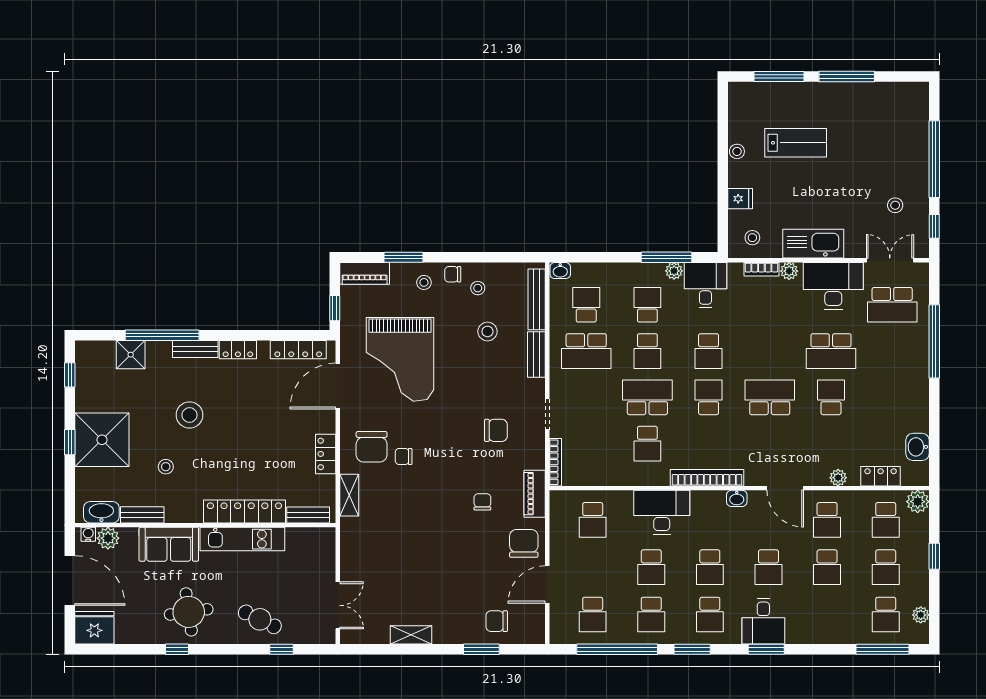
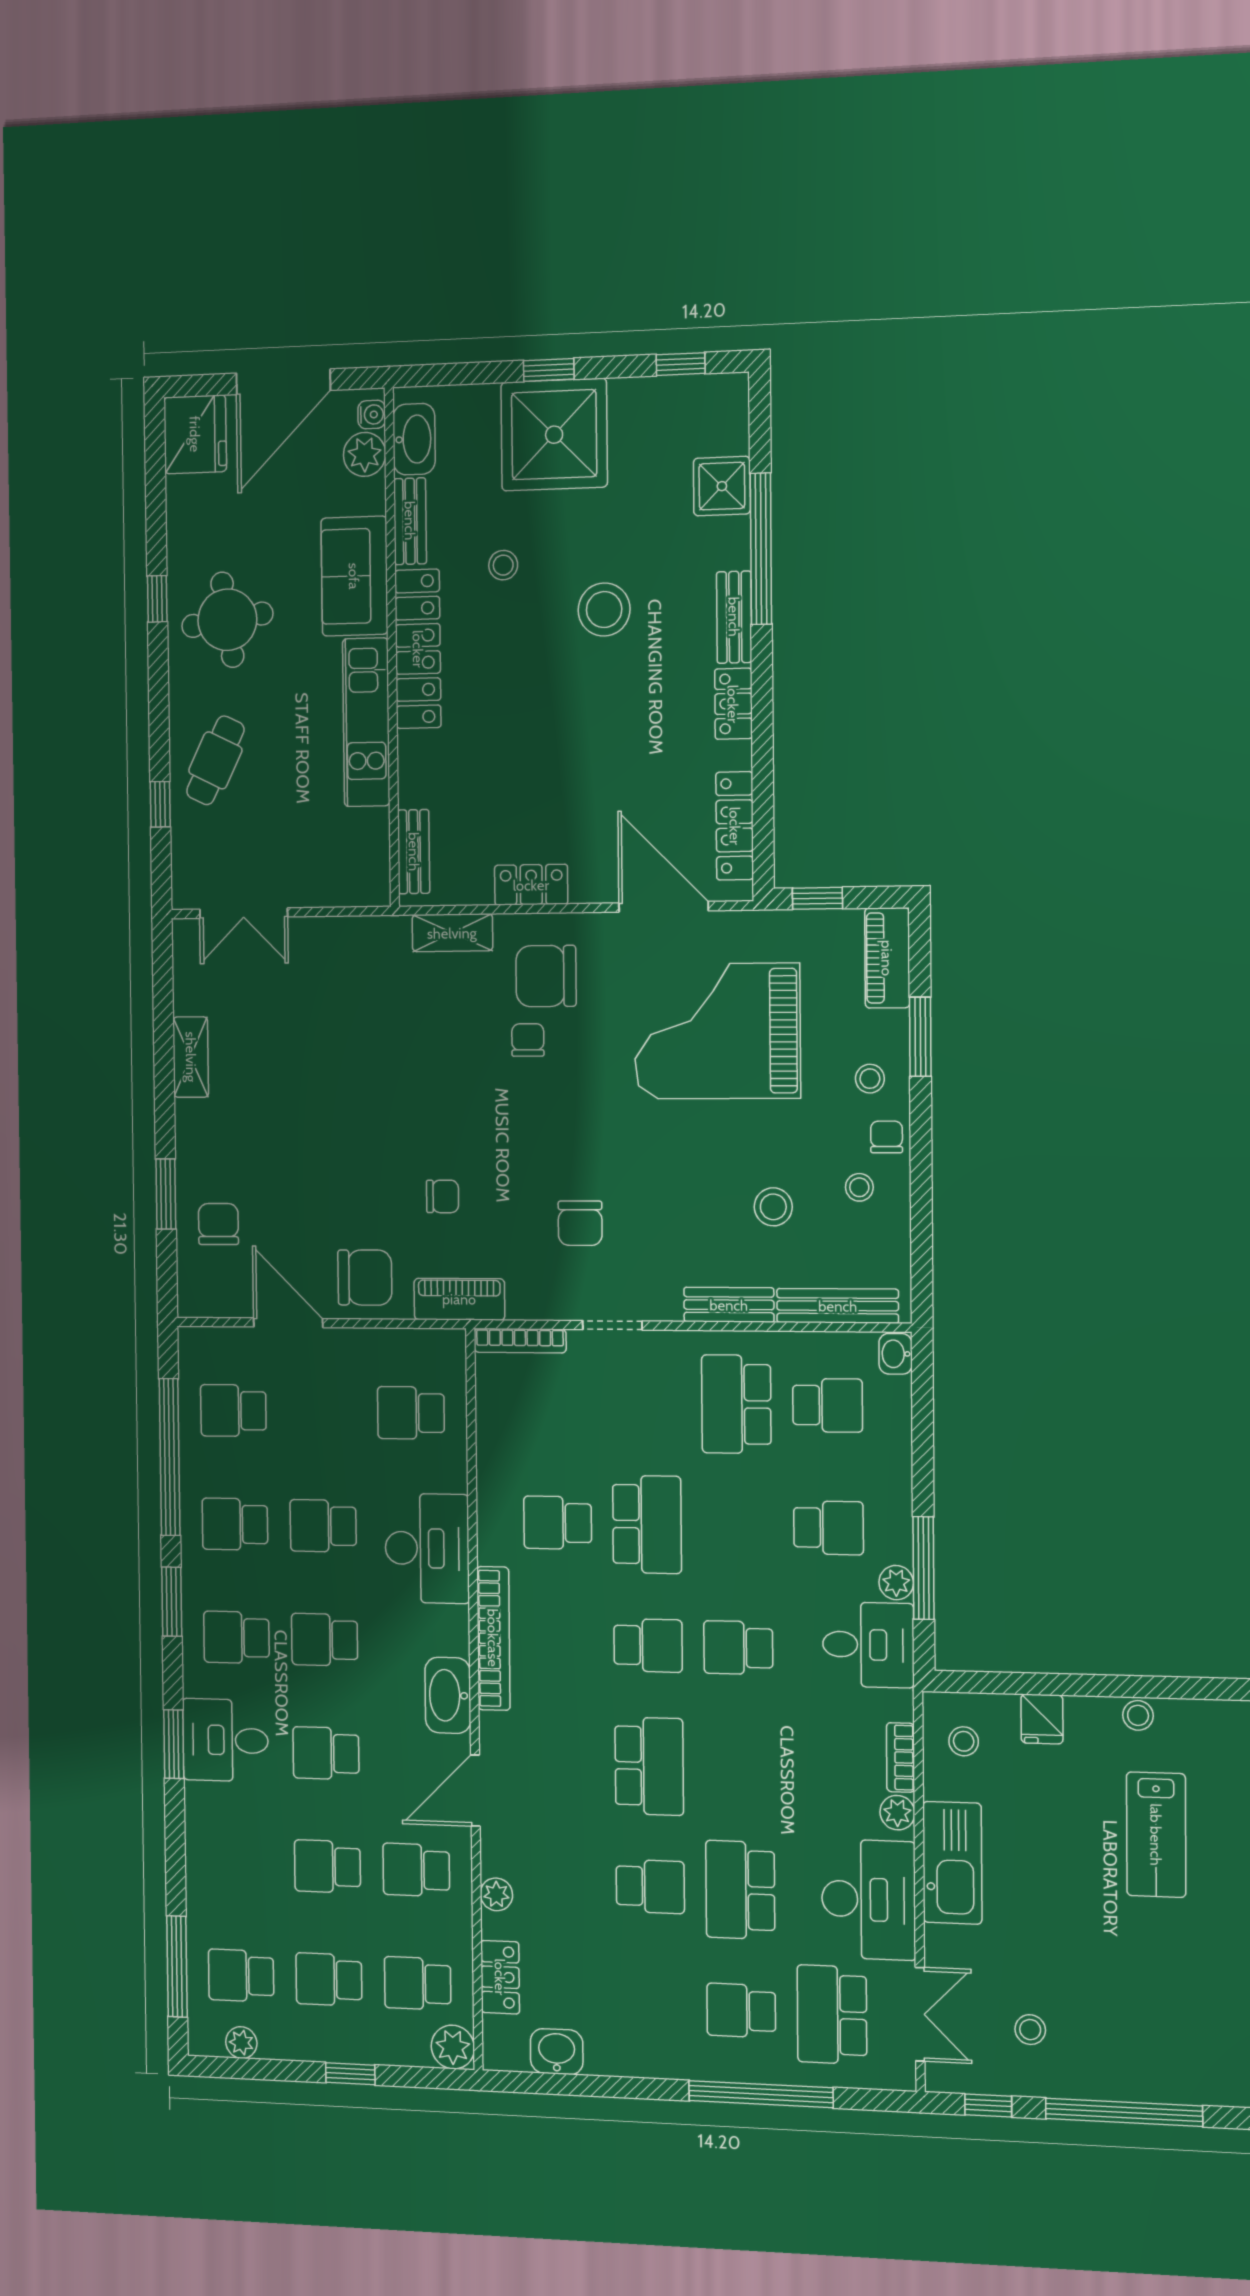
school desk: (647, 351) -> (741, 2011), moved
washbasin: (737, 498) -> (448, 1695), width x1.91, depth x1.45
locker: (244, 511) -> (418, 649), moved

